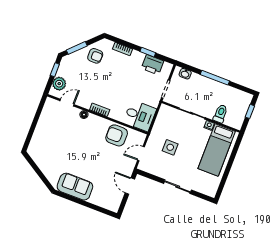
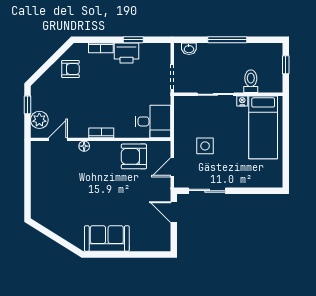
window: (77, 48) -> (44, 68), removed
printer: (153, 65) -> (126, 53), moved
sliding door: (178, 187) -> (207, 191), moved

